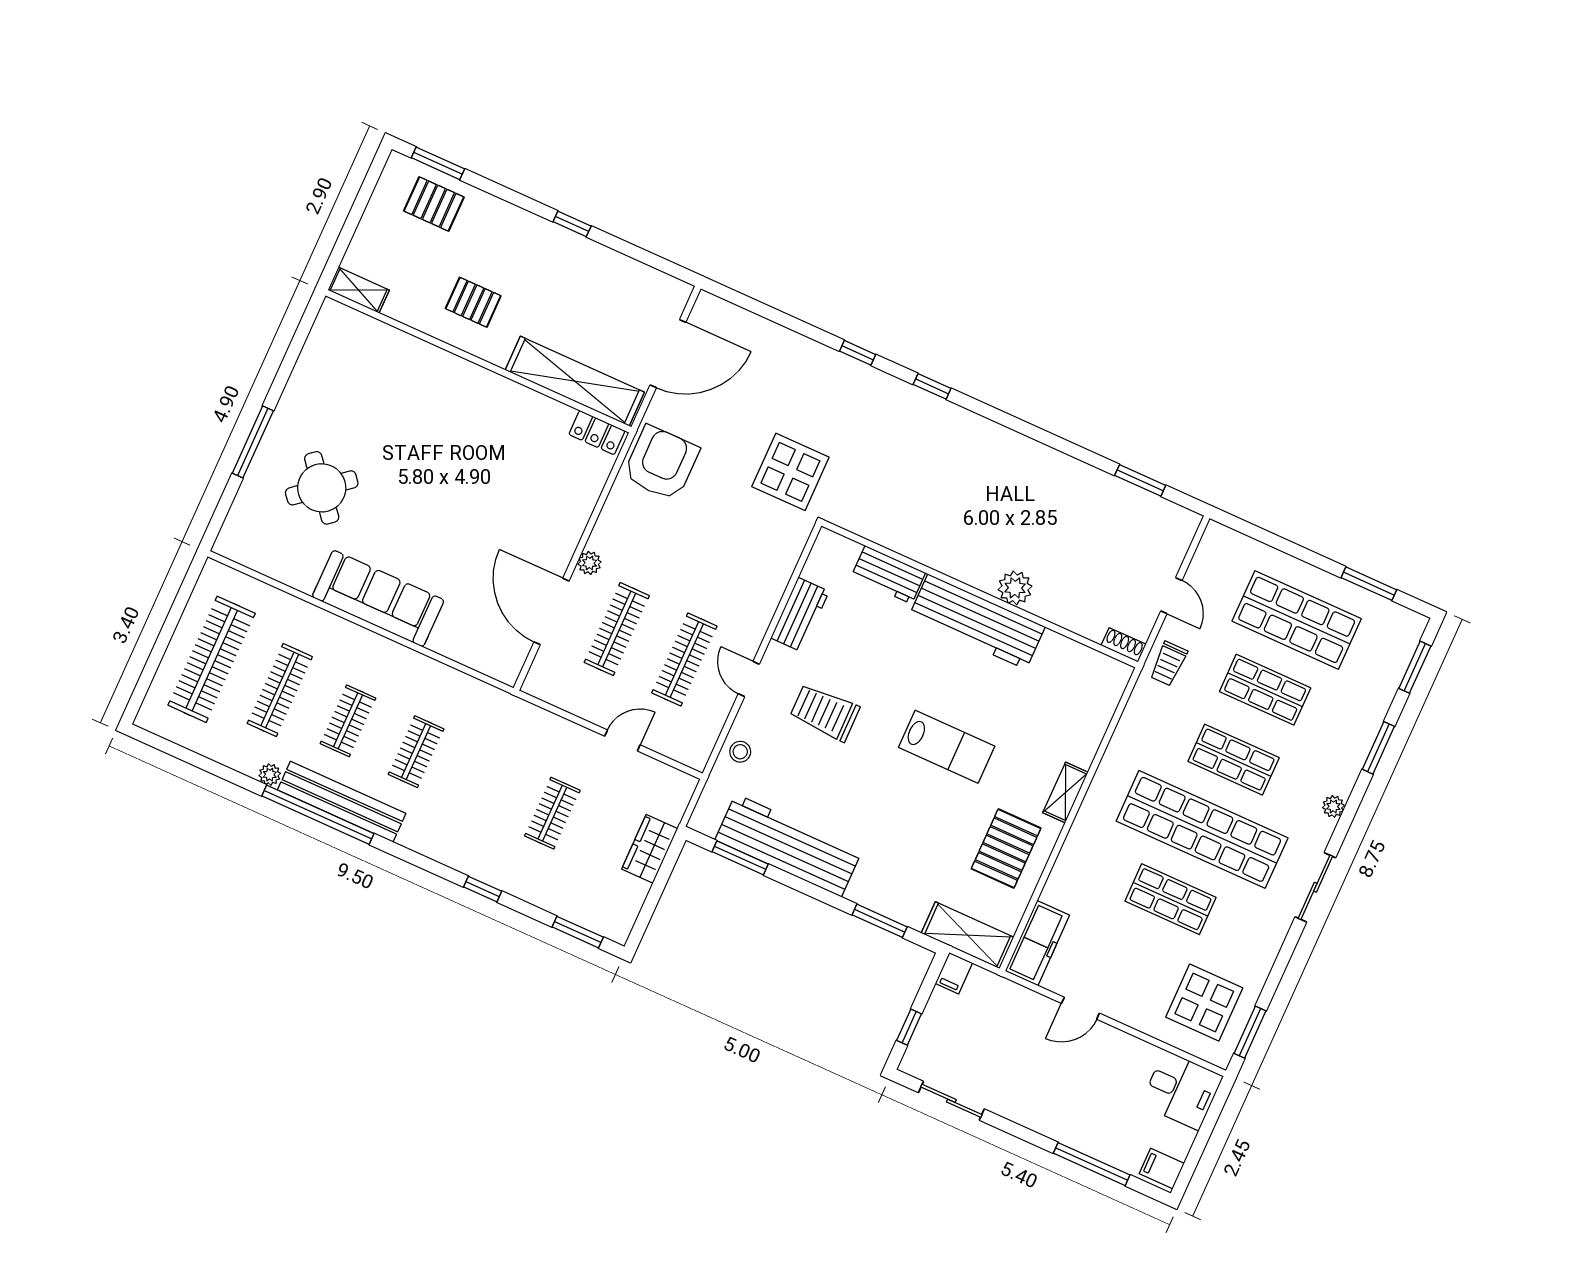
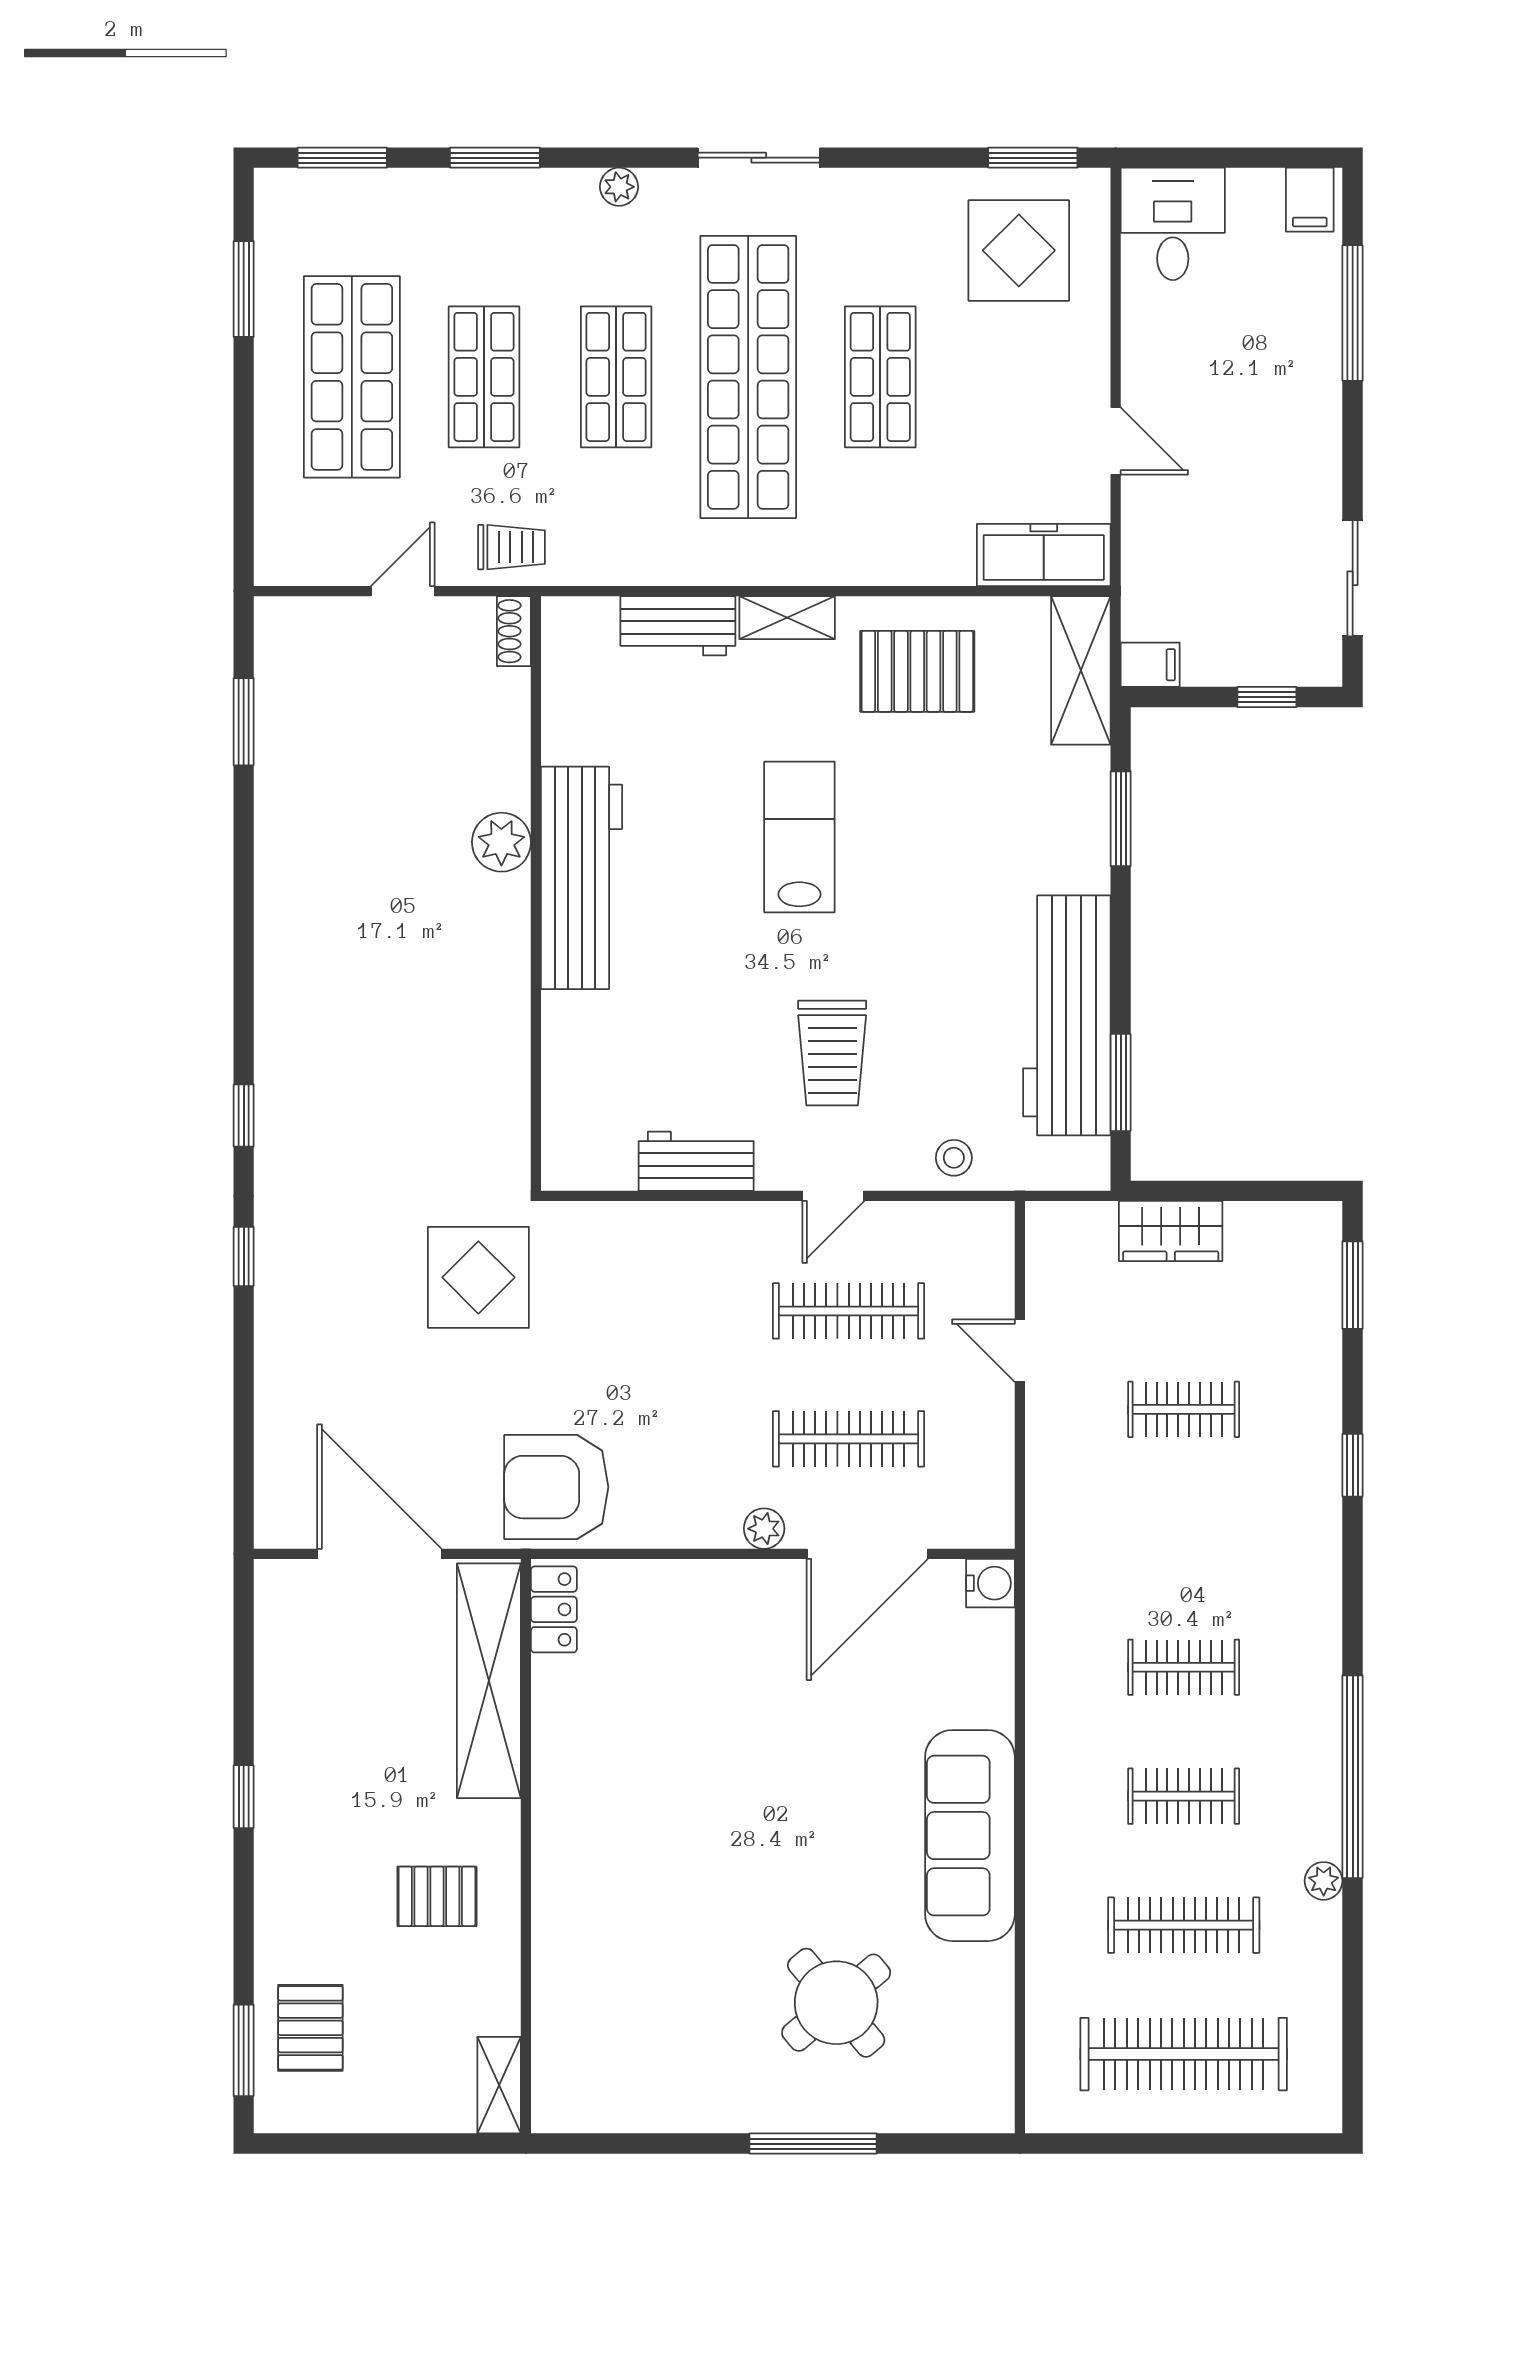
pallet: (473, 302) -> (437, 1896), turned 90
workbench: (888, 575) -> (678, 626), moved, turned 90
water cooler: (507, 670) -> (990, 1583), added
bench: (342, 802) -> (1315, 1749), removed

